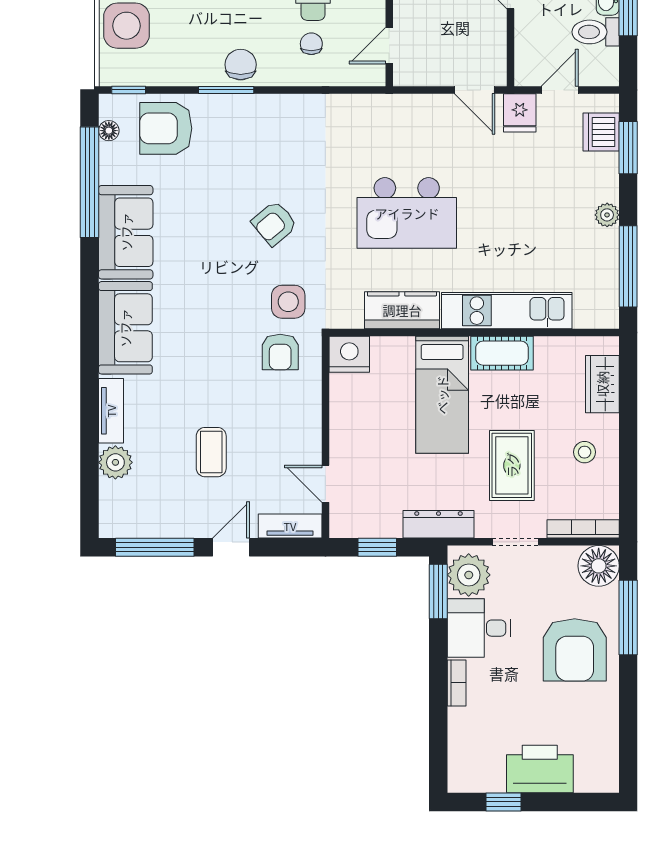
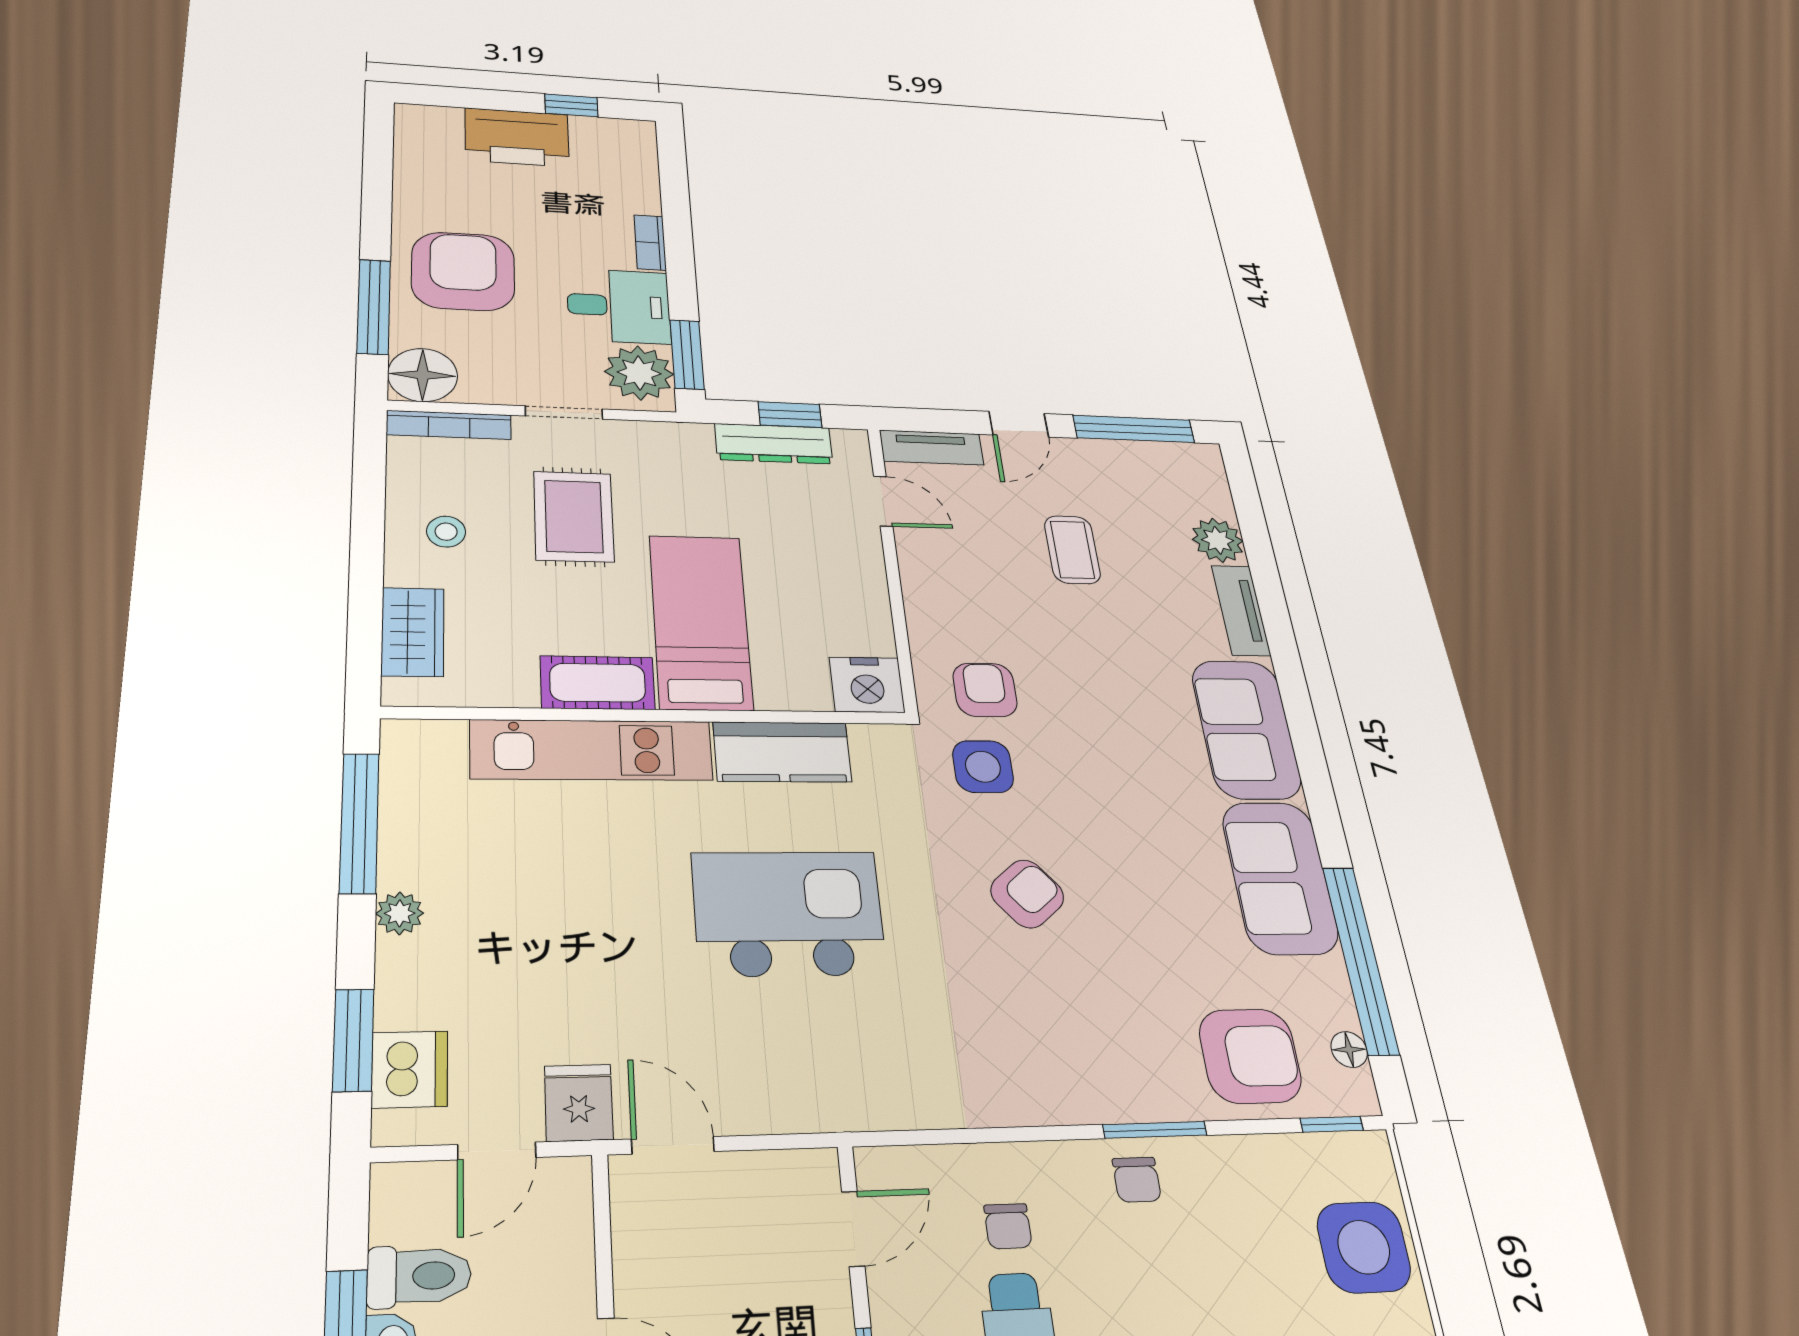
chair: (241, 65) -> (1137, 1180), width x0.73, depth x0.73
dresser: (438, 524) -> (774, 444), moved

